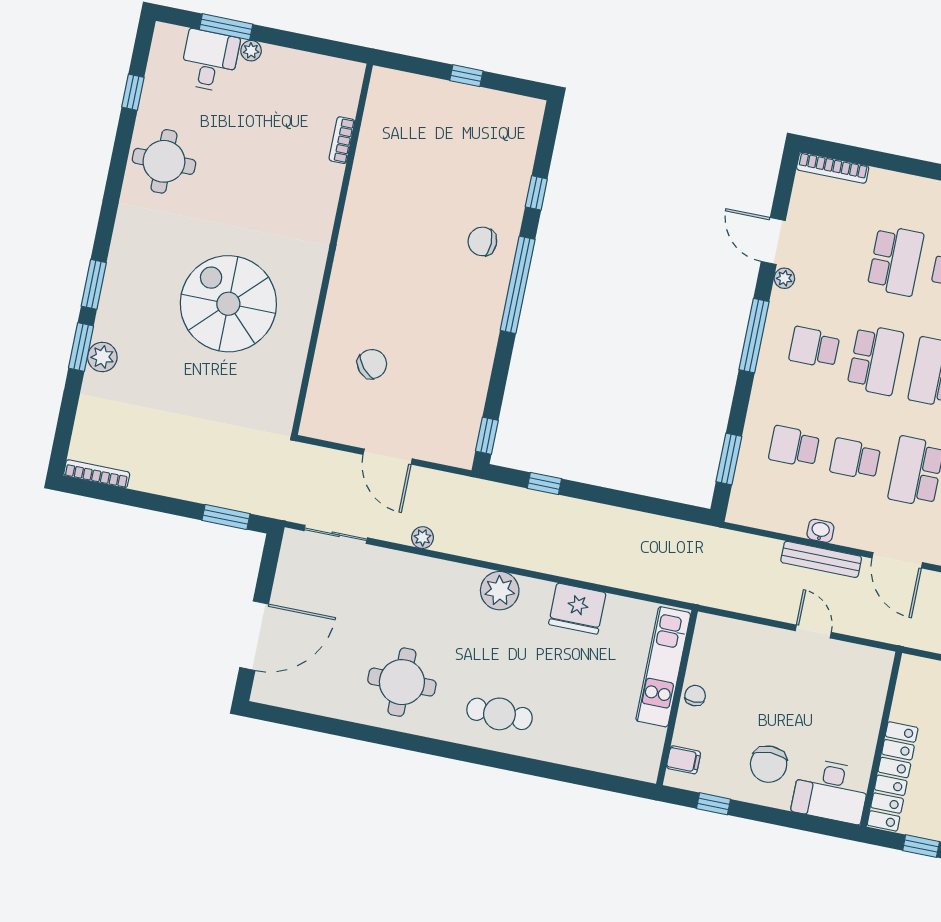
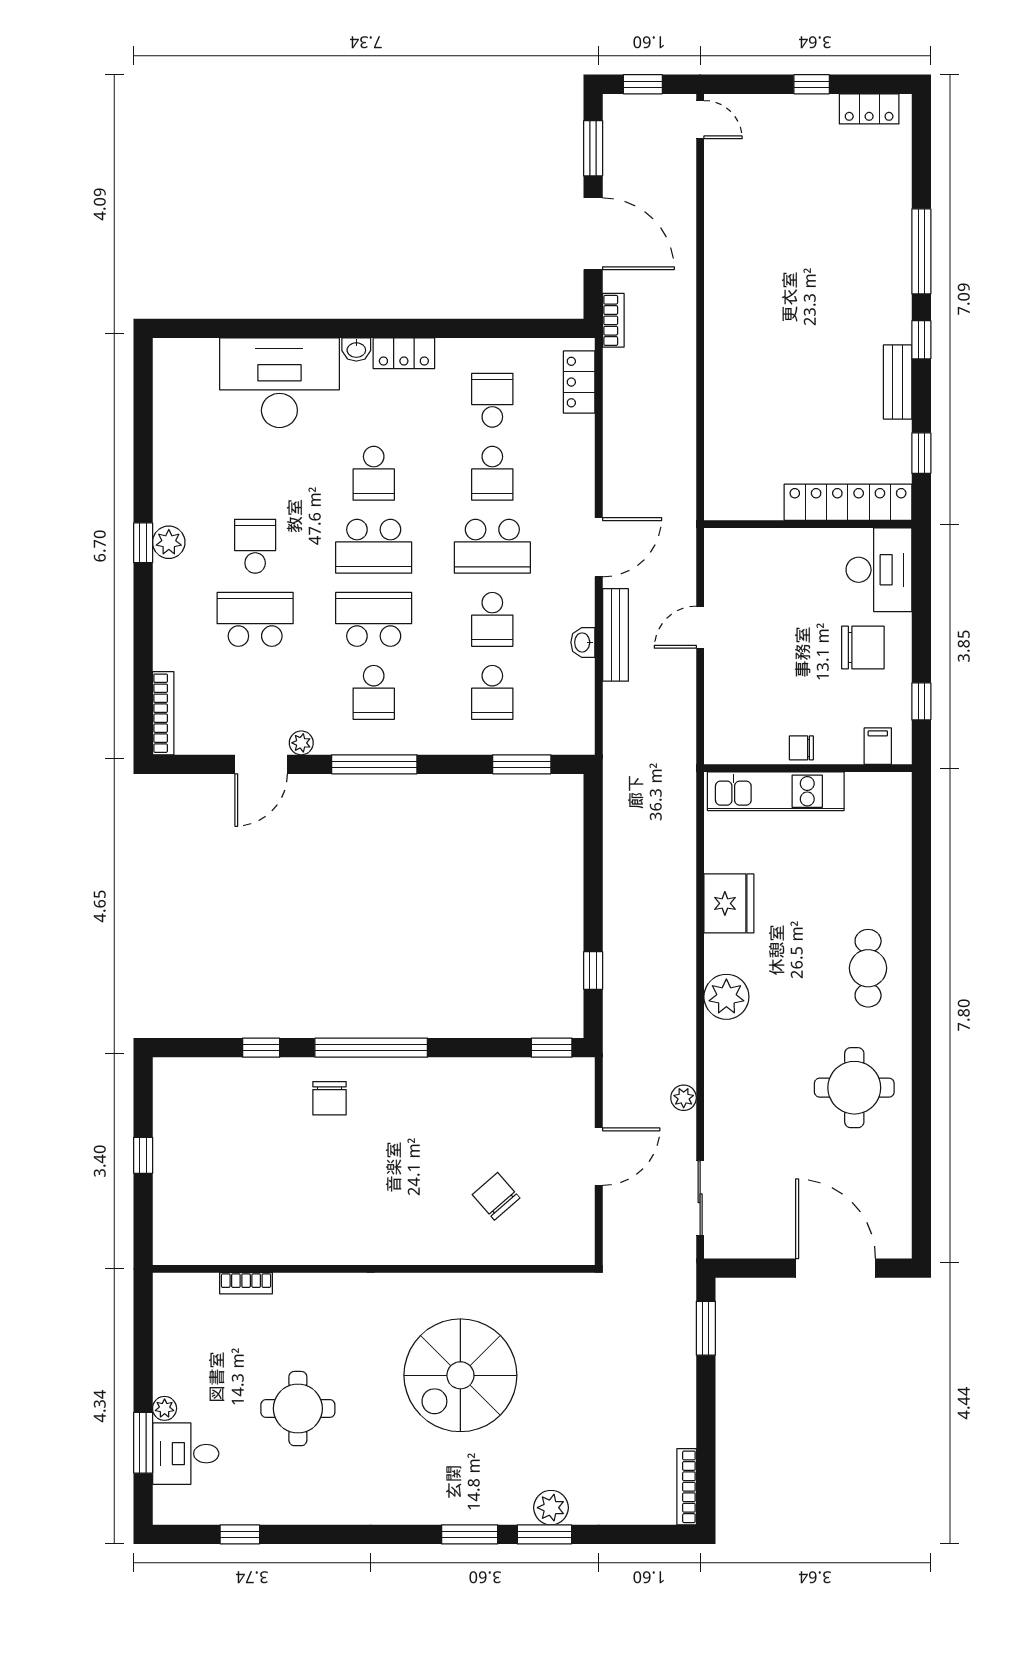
round table: (164, 161) -> (298, 1409), moved

